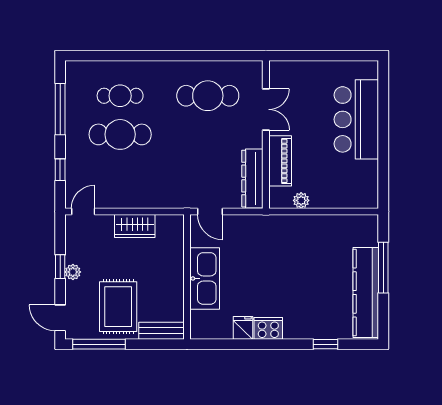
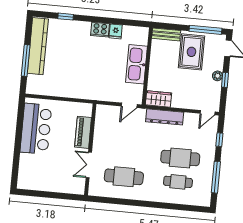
bar counter: (356, 119) -> (36, 129), moved
dresser: (252, 179) -> (165, 117), moved, turned 90
plant: (301, 200) -> (72, 107), removed
door: (210, 211) -> (129, 105), swing flipped
wardrobe: (135, 226) -> (158, 99), moved

